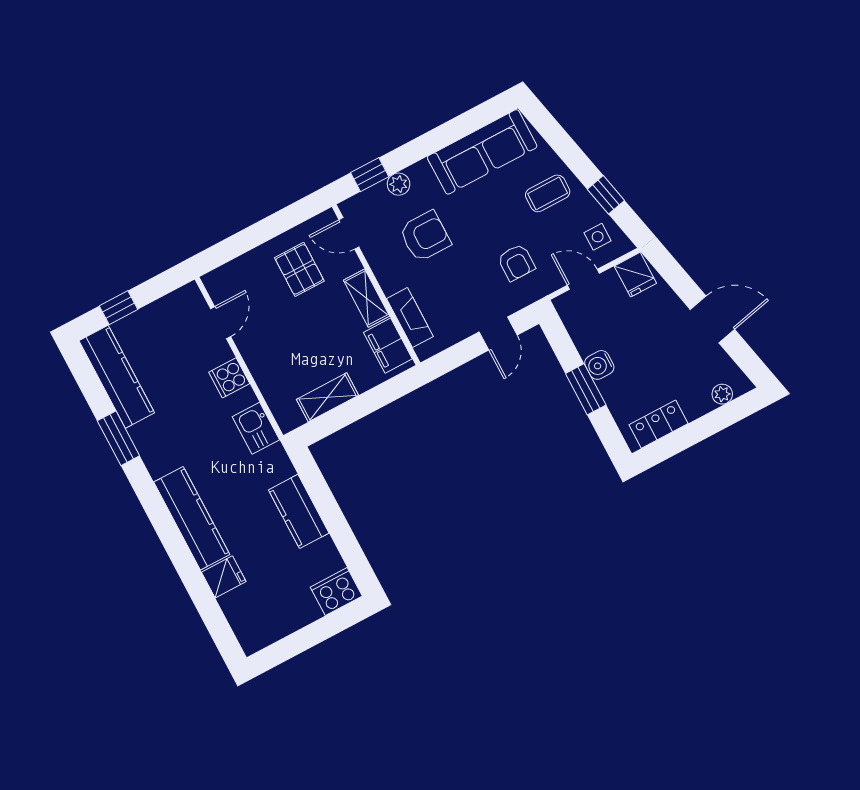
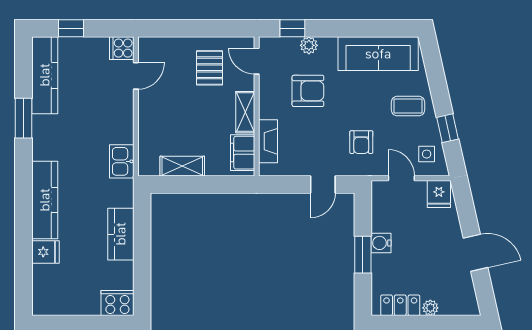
cooker: (229, 378) -> (122, 48), moved
plant: (722, 394) -> (430, 308), moved

